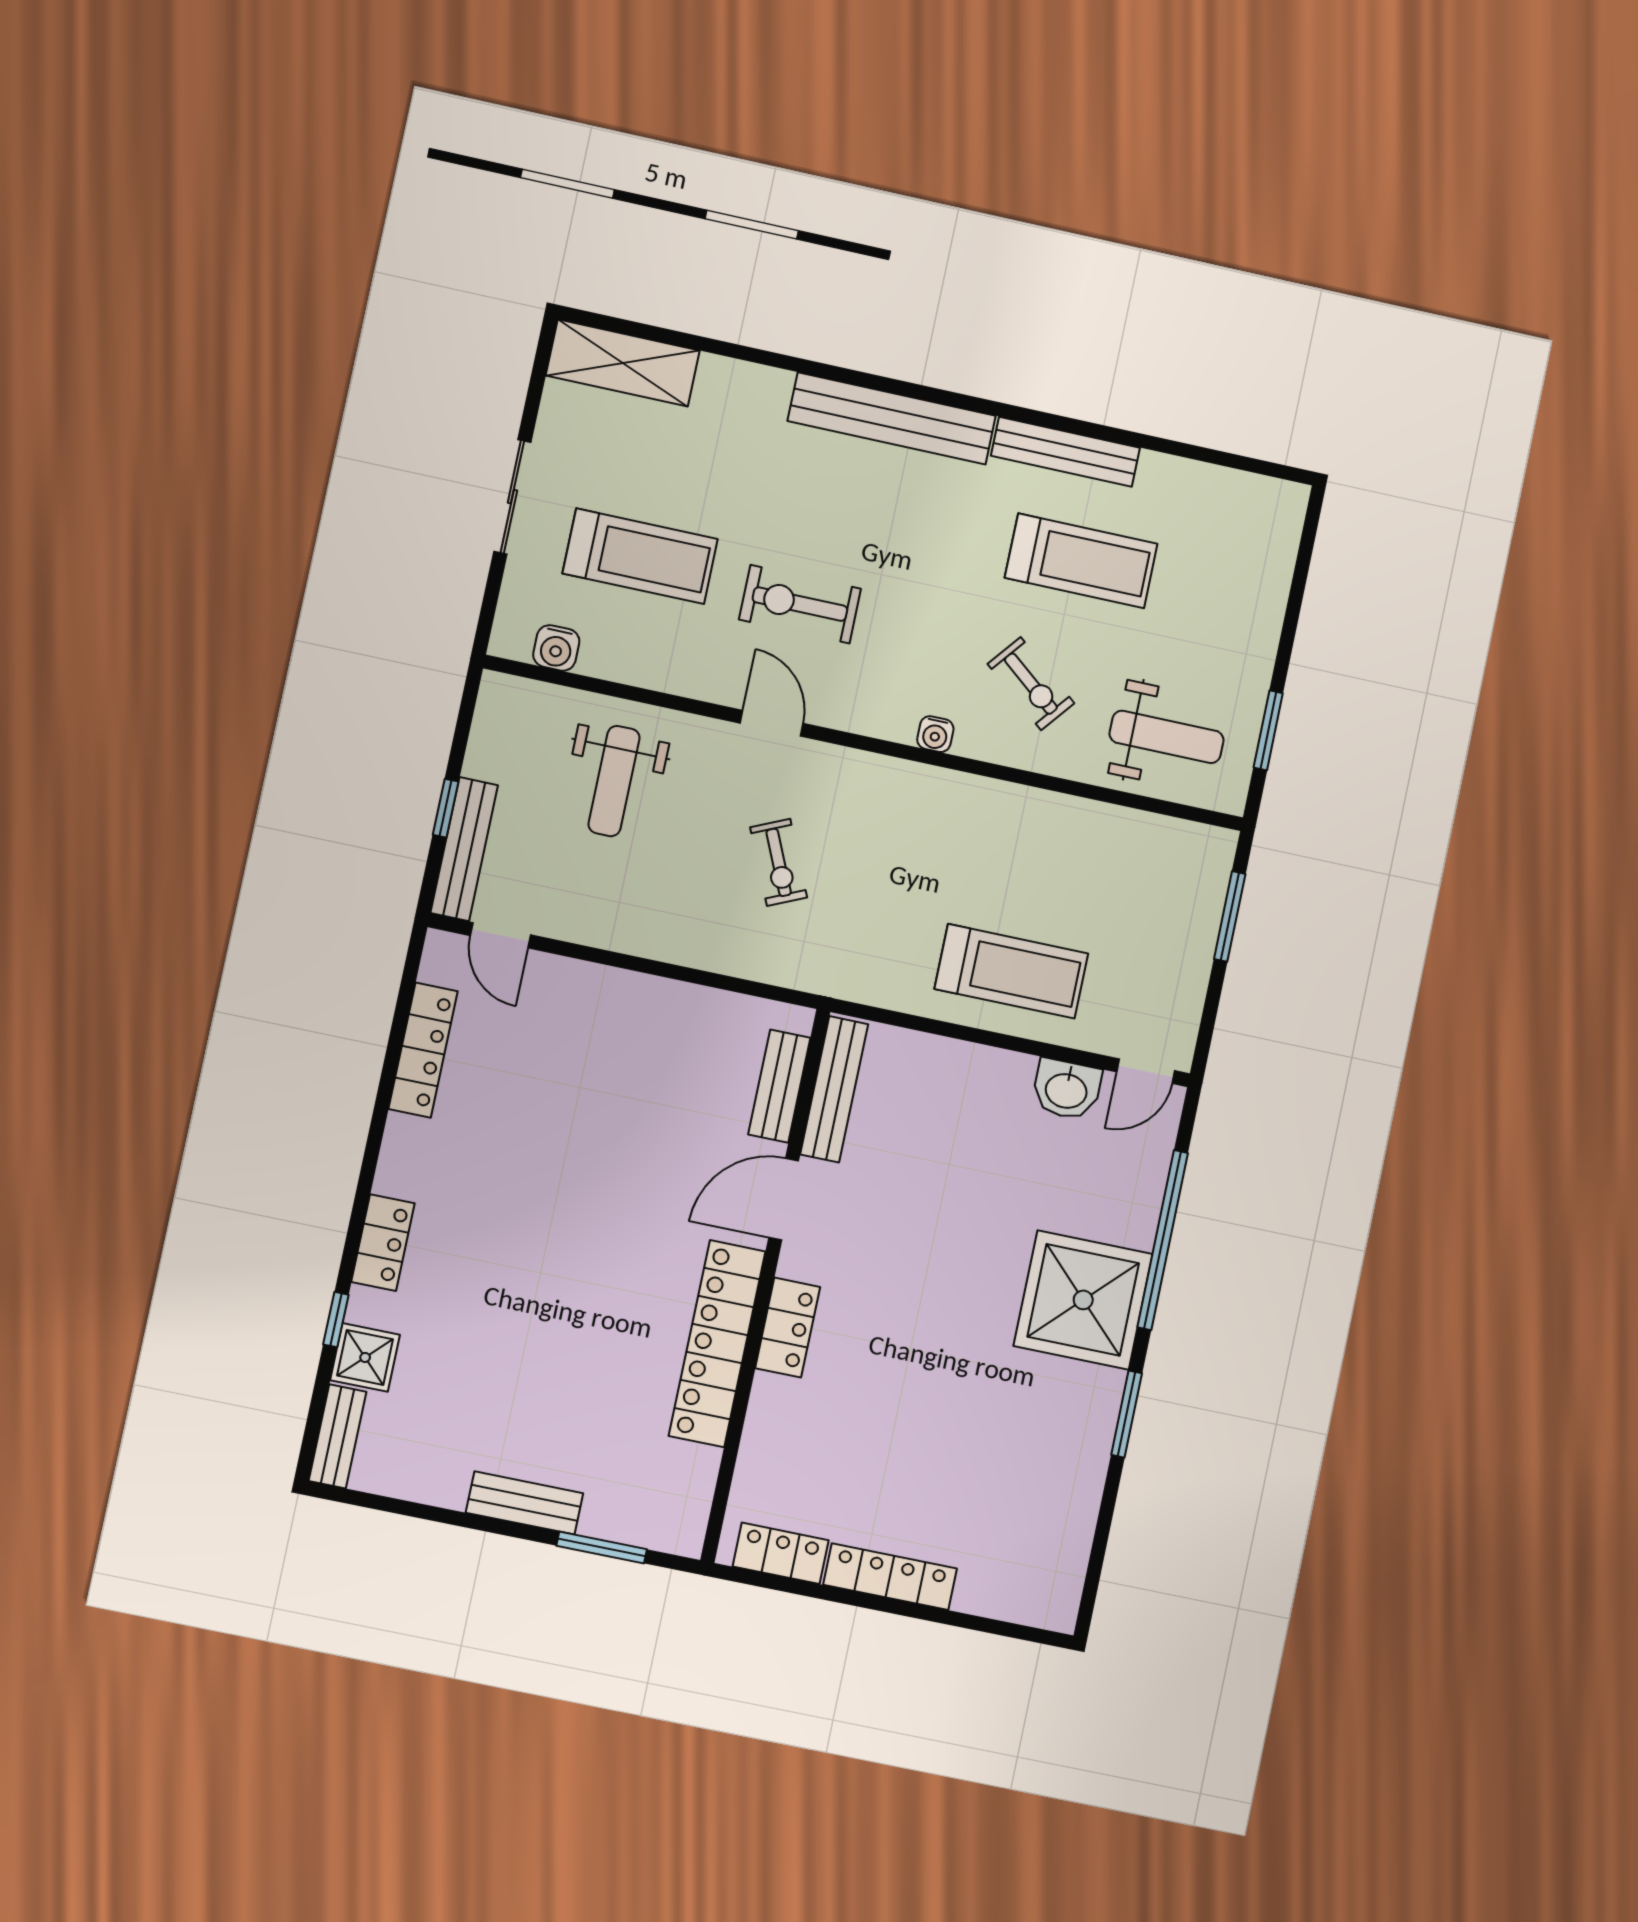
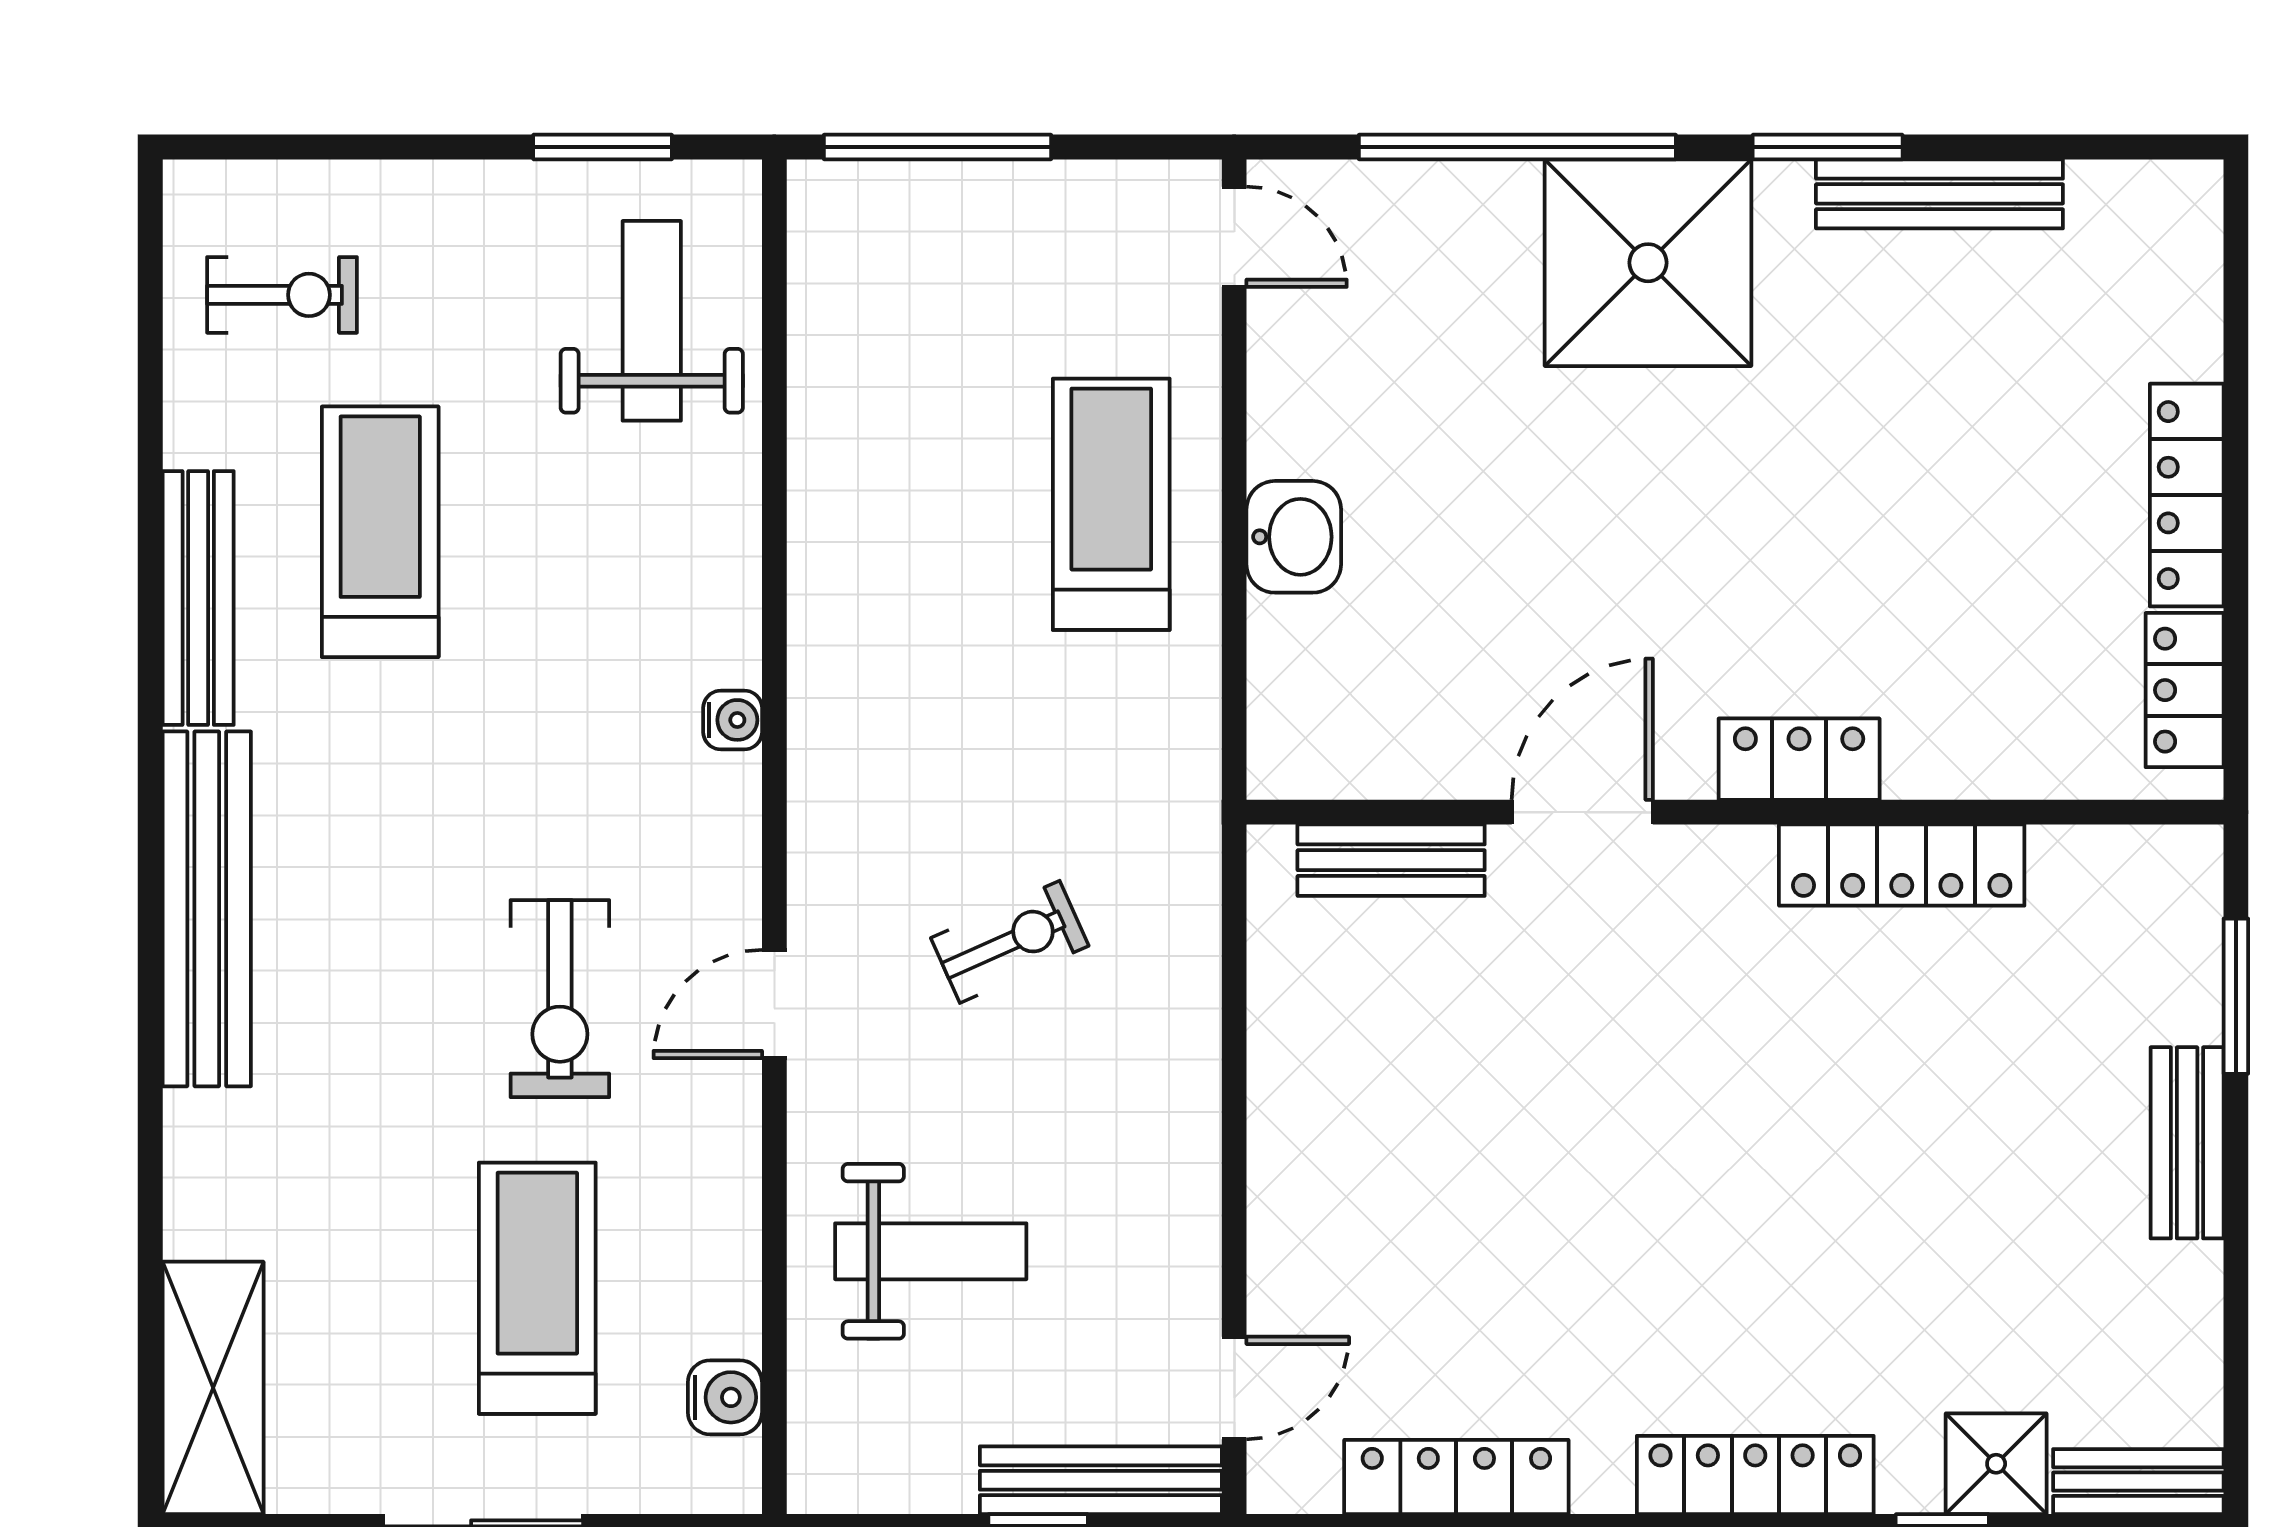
exercise bike: (1031, 684) -> (282, 295), moved, turned 51
window: (1230, 916) -> (937, 147), width x1.44
bench: (834, 1089) -> (1939, 194), moved
washbasin: (1066, 1089) -> (1294, 537), moved
door: (784, 1199) -> (1582, 812), swing flipped
locker: (383, 1243) -> (1755, 1475), width x1.53
locker: (717, 1344) -> (1902, 865), width x0.71, depth x0.83

